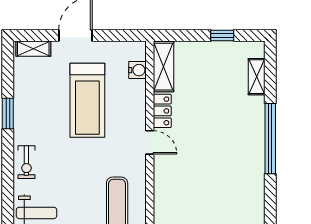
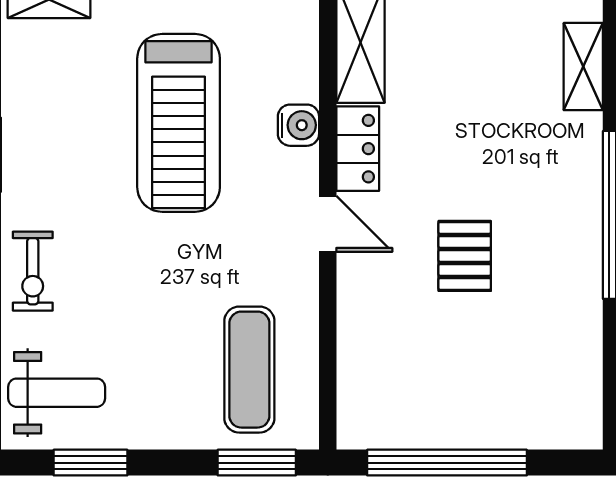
water cooler: (138, 70) -> (298, 125), moved
pallet: (207, 156) -> (465, 256), added

